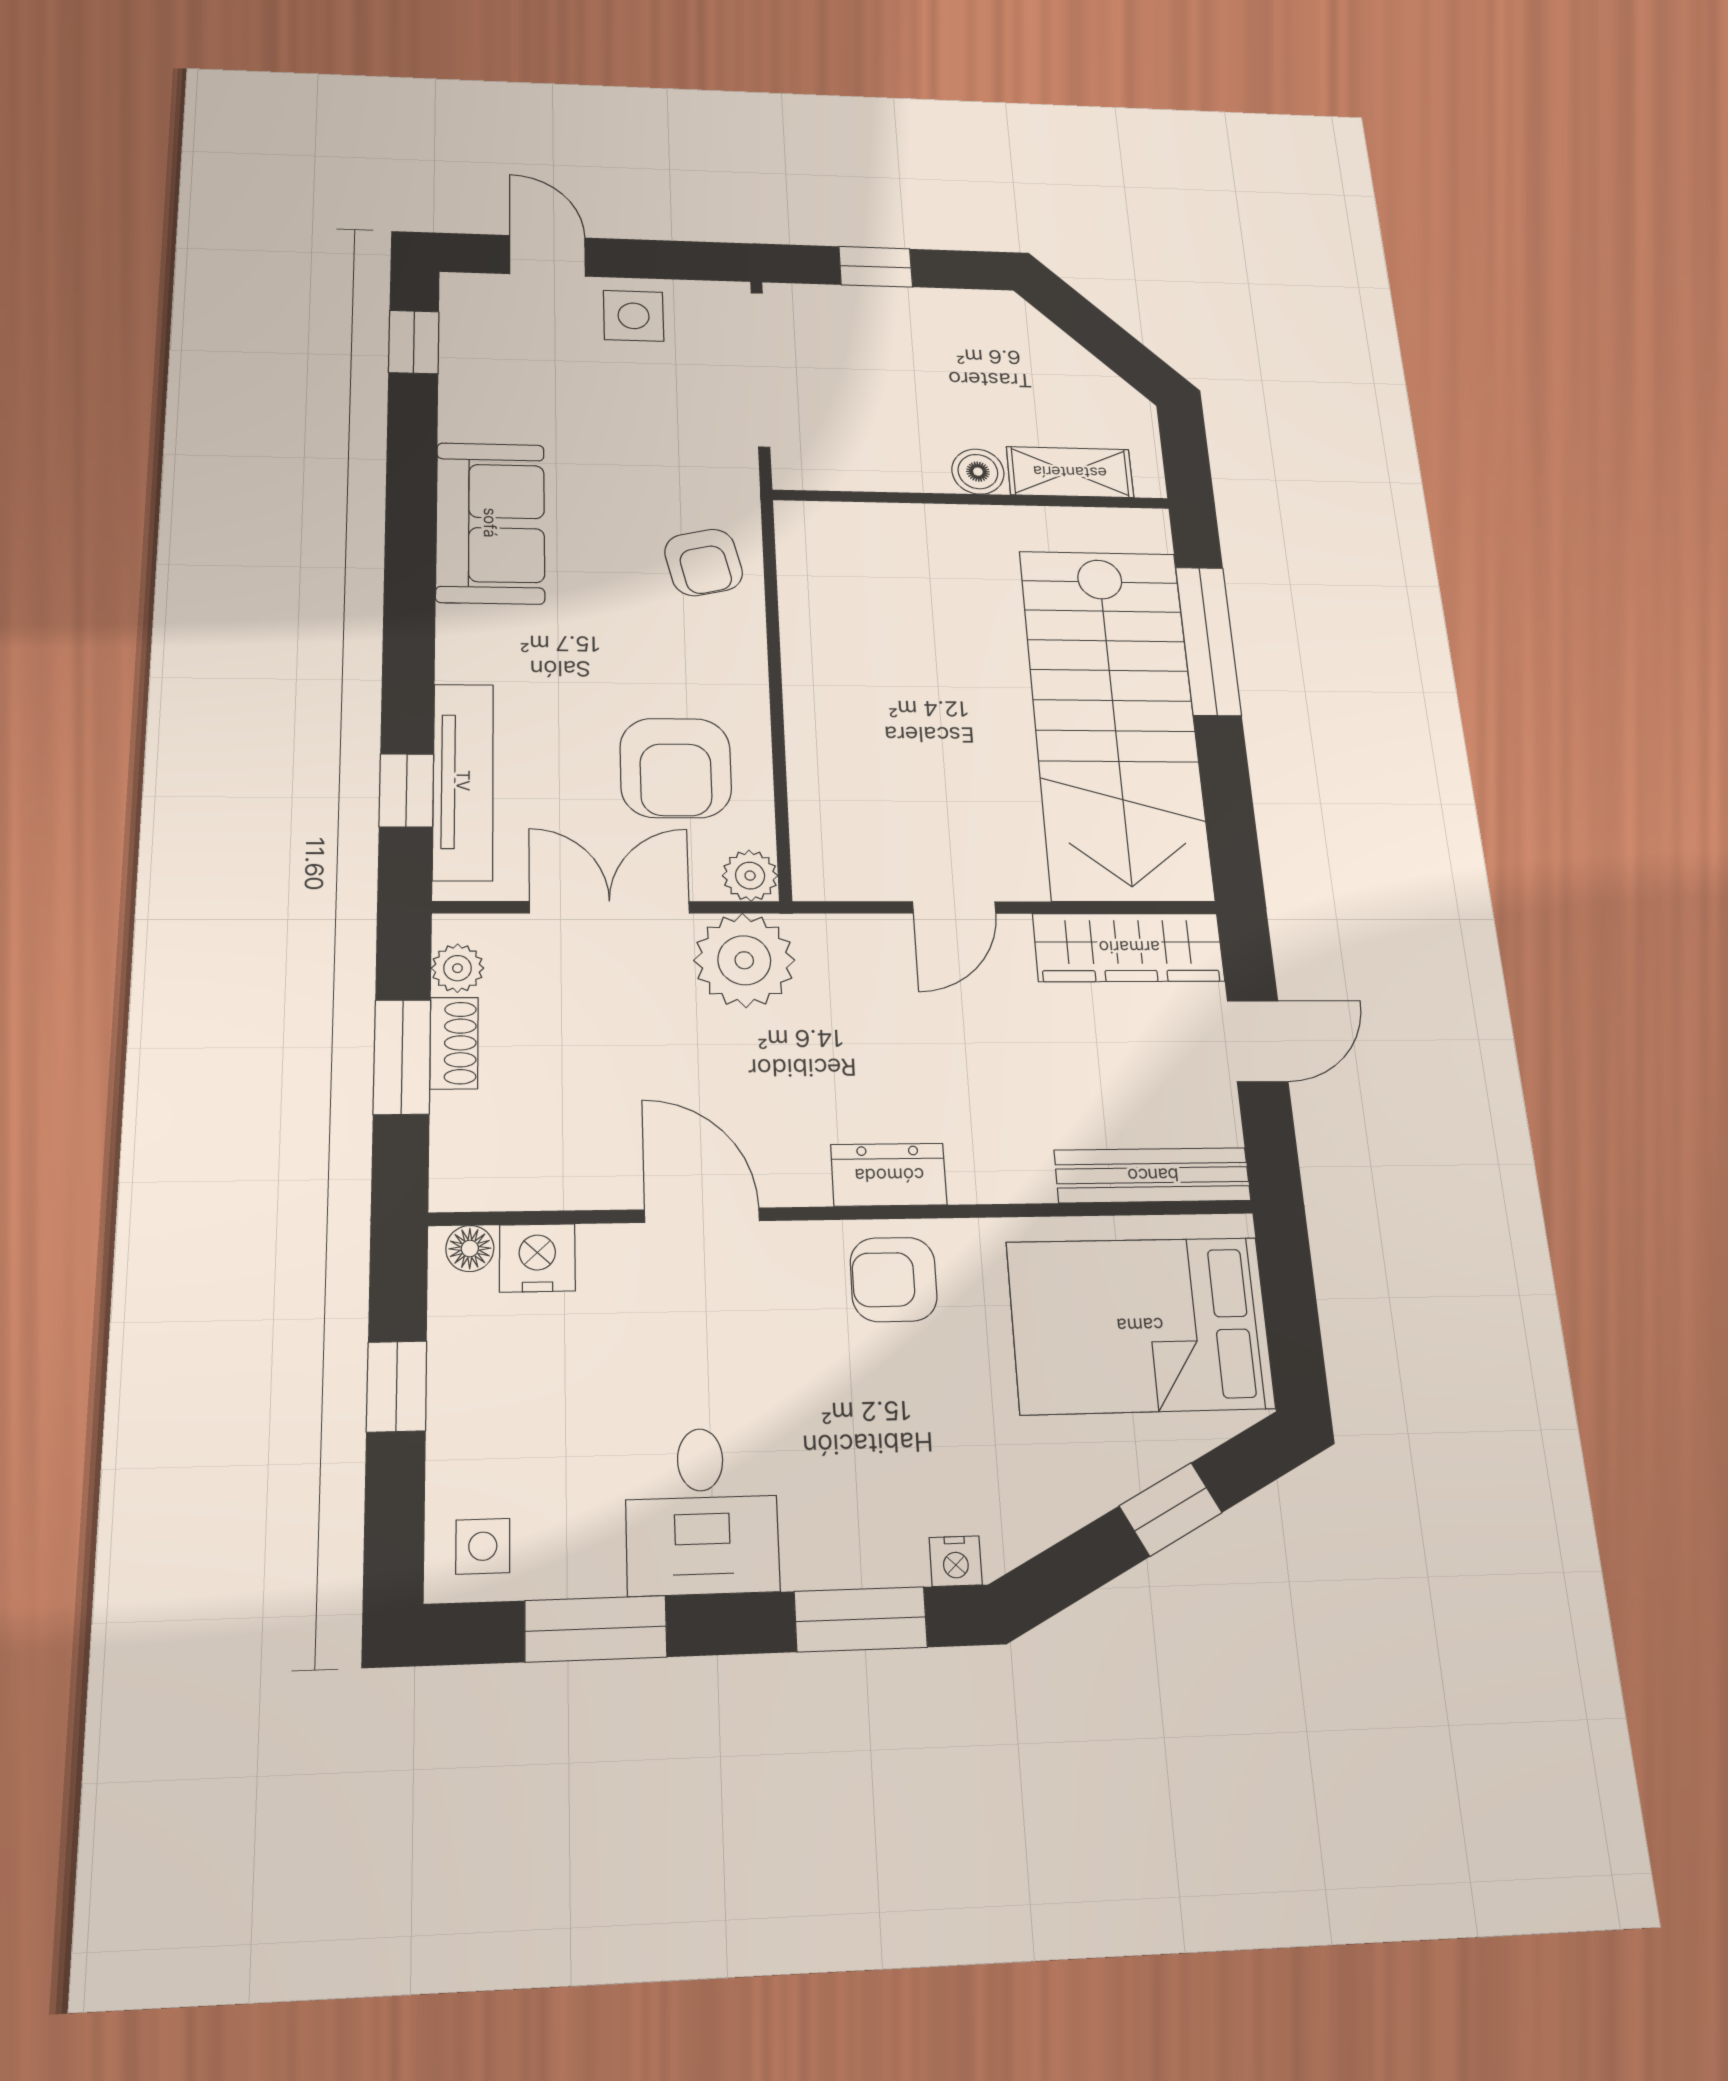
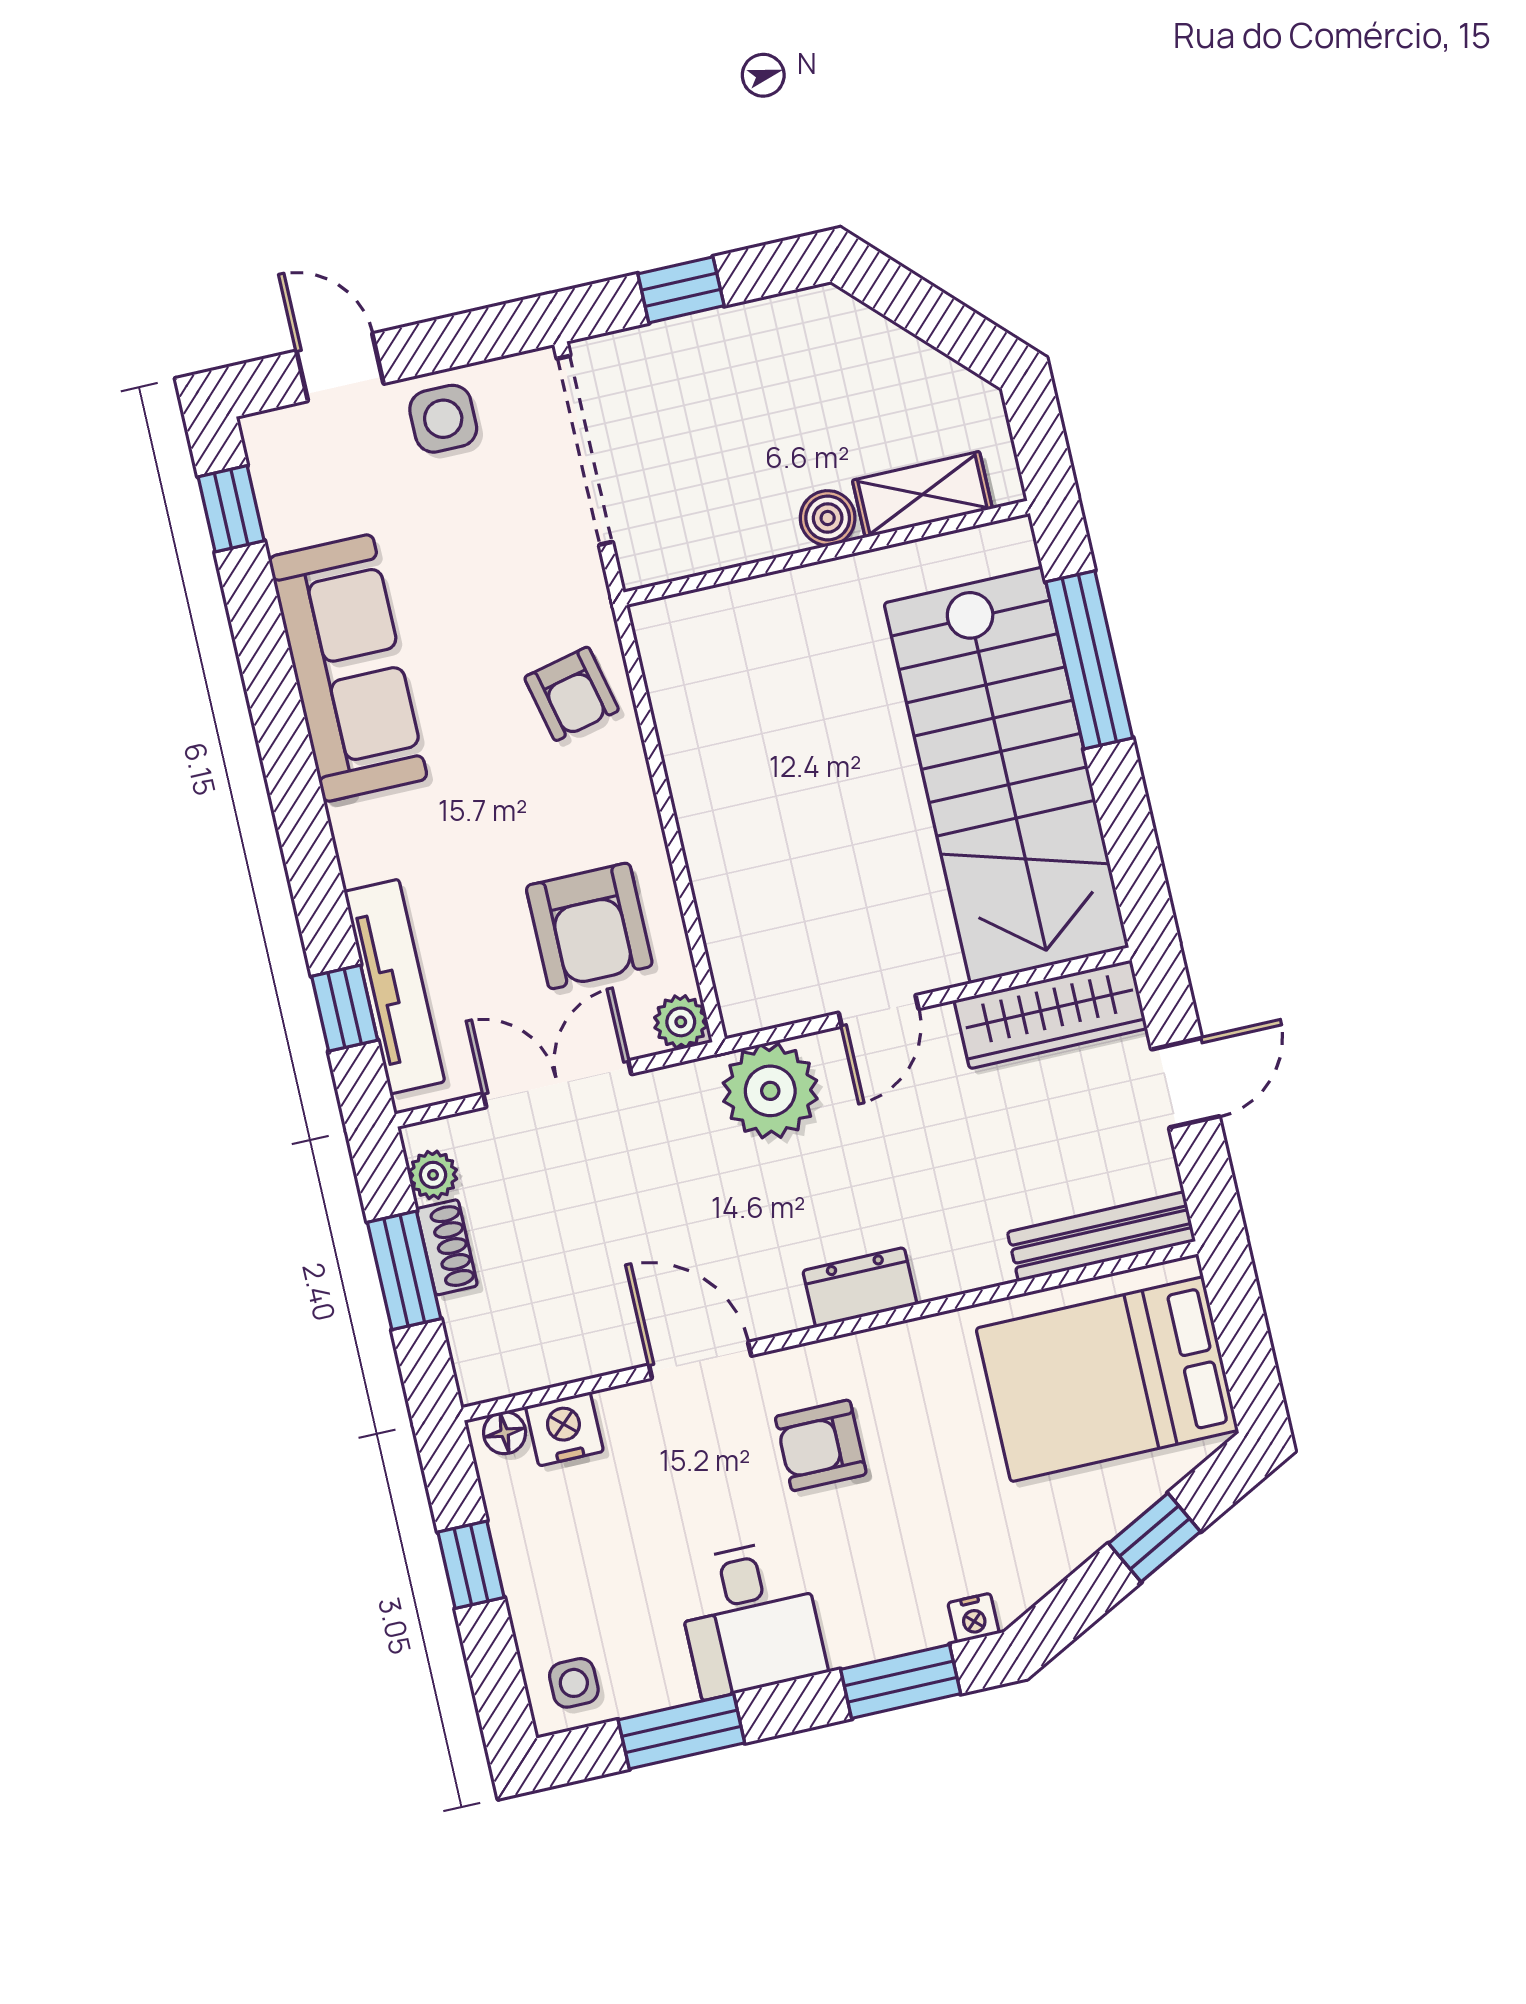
sofa: (490, 523) -> (348, 668), width x1.36
plant: (744, 960) -> (770, 1091), moved
armchair: (894, 1279) -> (821, 1445), moved

